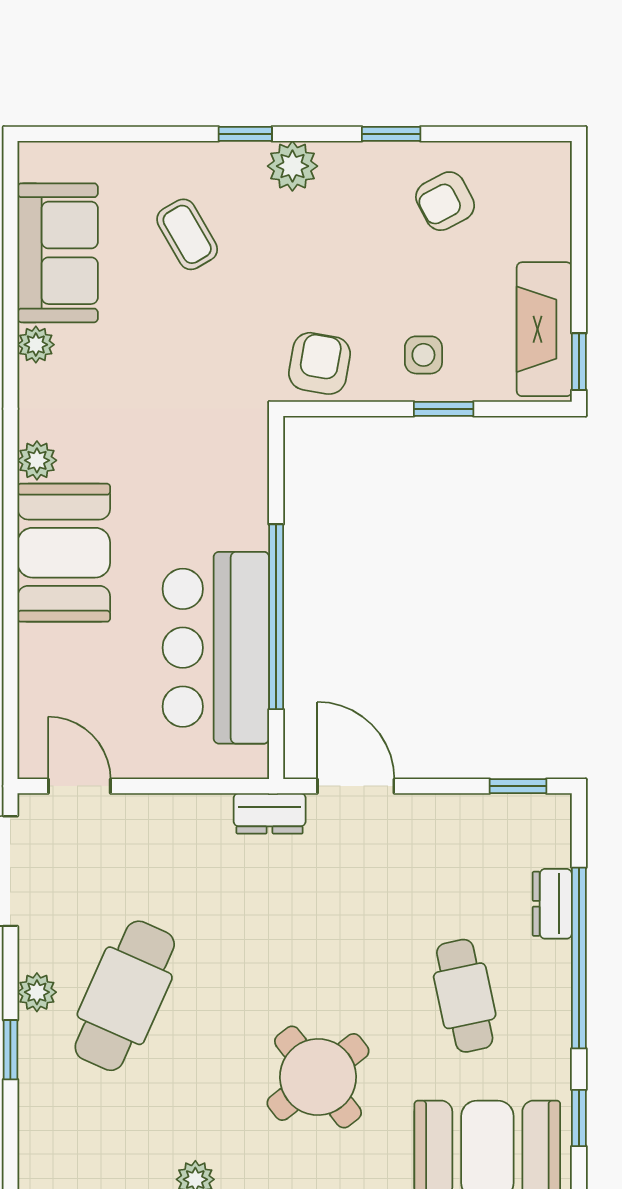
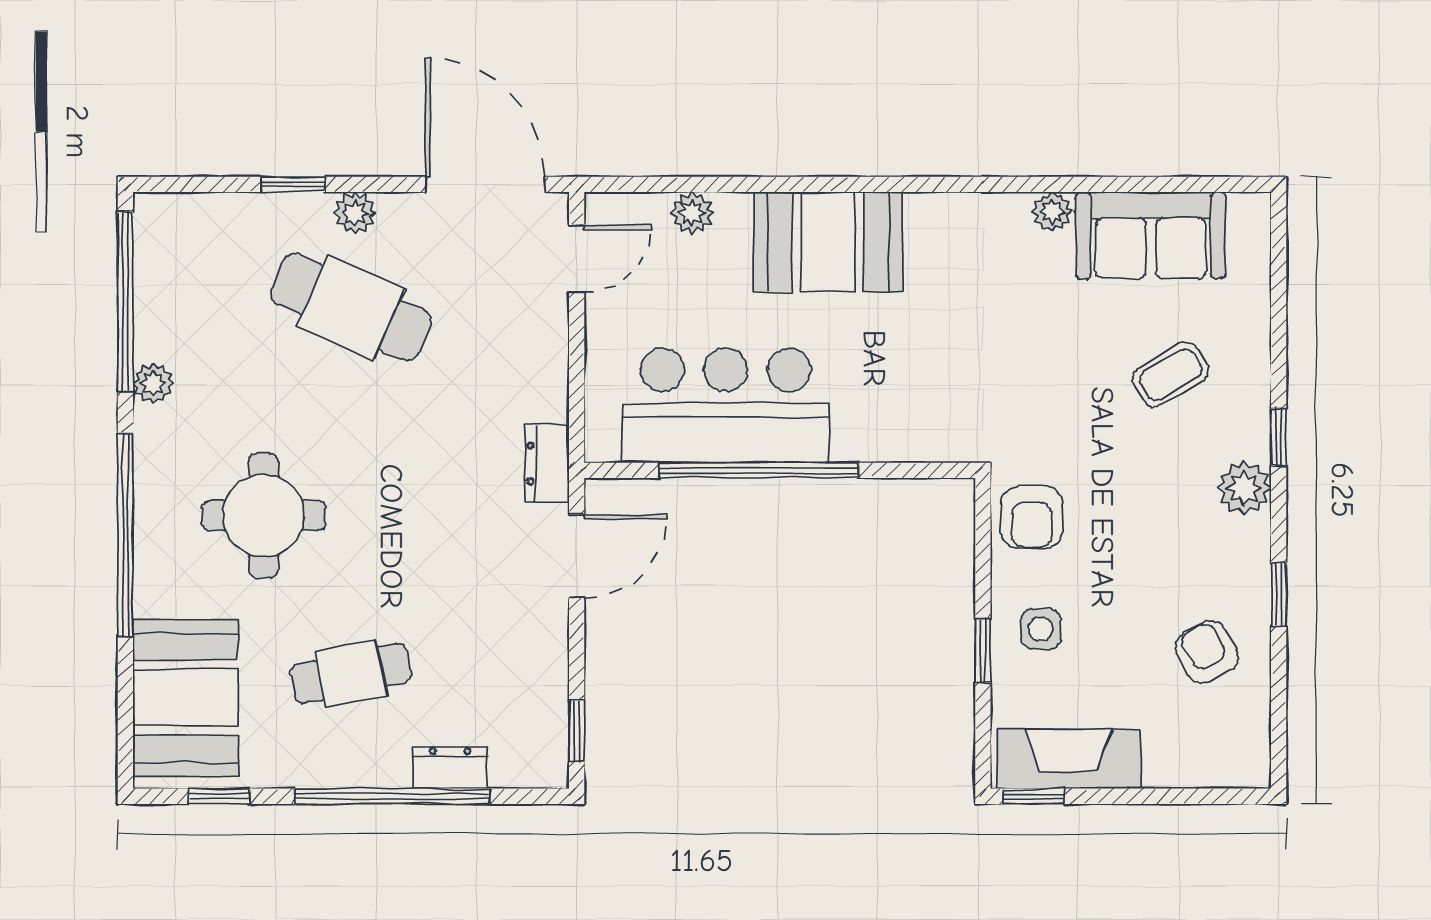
armchair: (320, 363) -> (1032, 517), turned 80
plant: (37, 460) -> (692, 213), moved
round table: (318, 1077) -> (264, 515), turned 38

